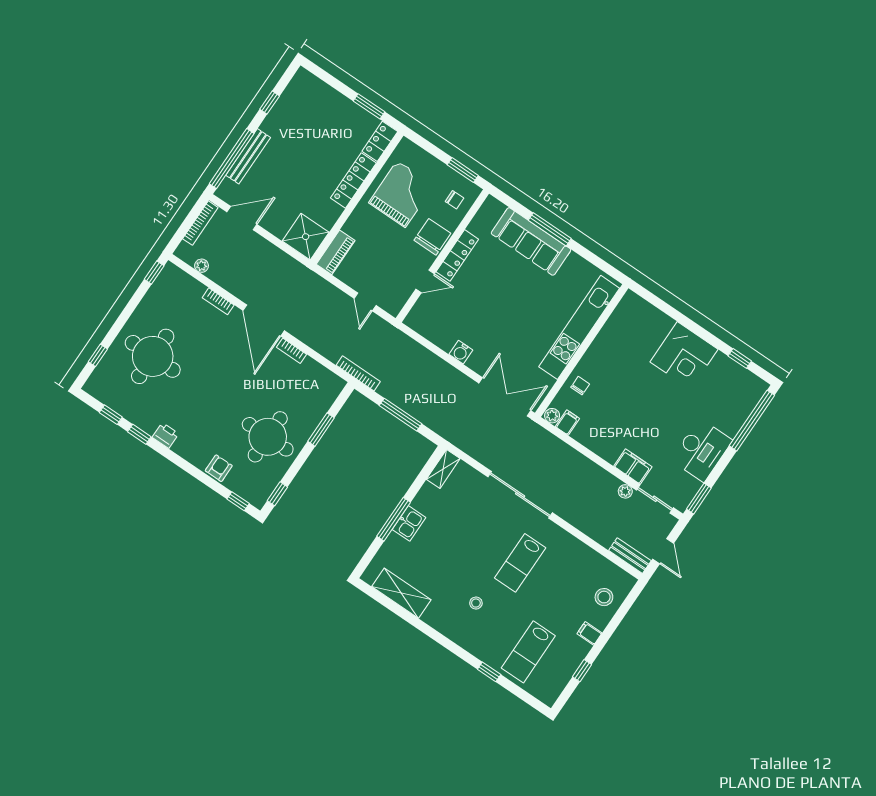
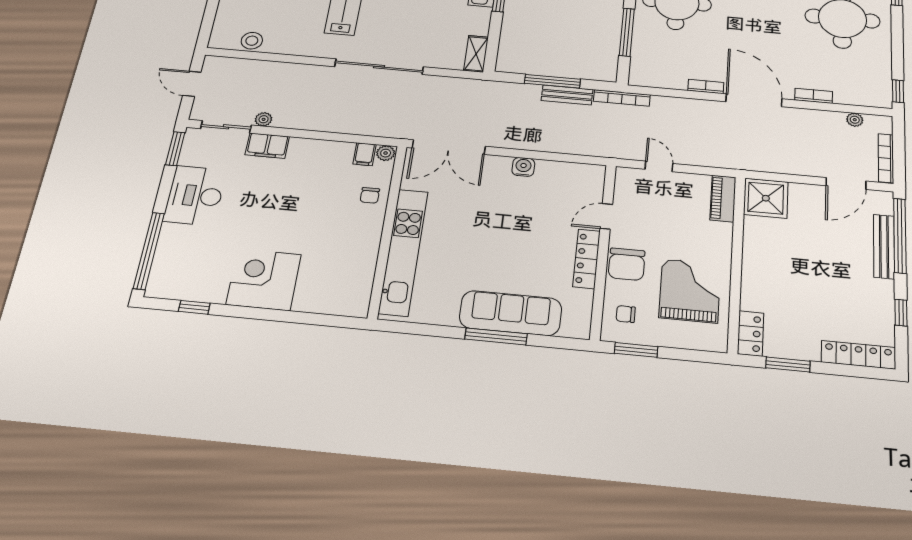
locker: (353, 181) -> (858, 355), moved, turned -90
grand piano: (401, 194) -> (690, 291), turned 180
window: (321, 430) -> (627, 32), width x1.44
bench: (630, 556) -> (567, 95), moved
stool: (604, 597) -> (252, 41), moved

